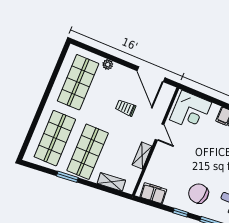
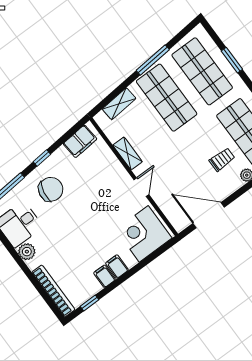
trolley: (126, 108) -> (222, 159), moved
window: (35, 122) -> (232, 60), added
door: (160, 132) -> (141, 187), swing flipped
window: (67, 177) -> (153, 60), width x1.44

